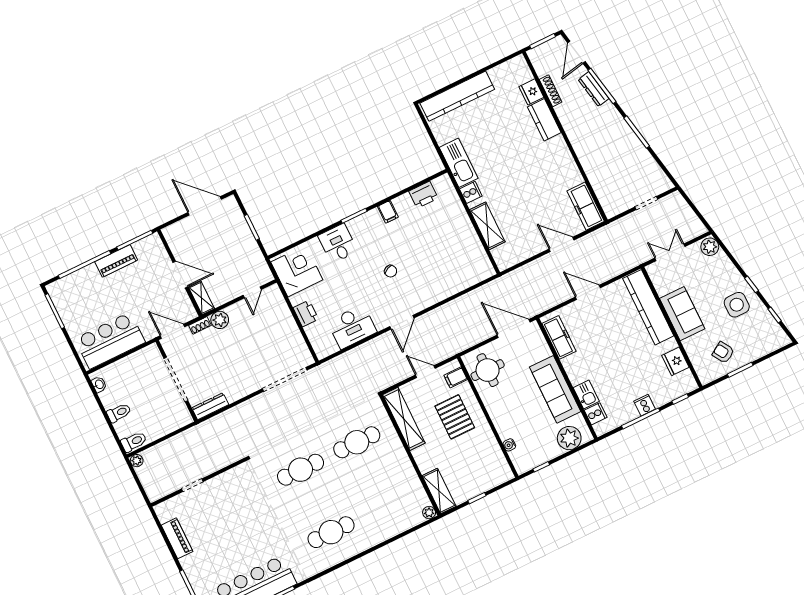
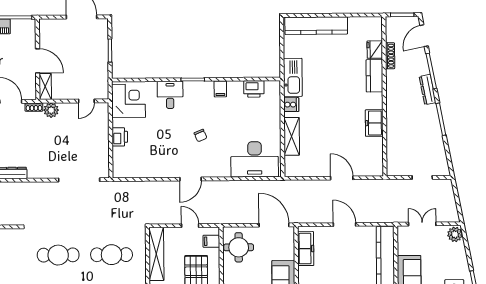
dresser: (594, 89) -> (428, 90), moved
freezer: (586, 206) -> (374, 123), moved, width x0.71
desk: (352, 327) -> (255, 159), moved, width x1.36, depth x1.30

